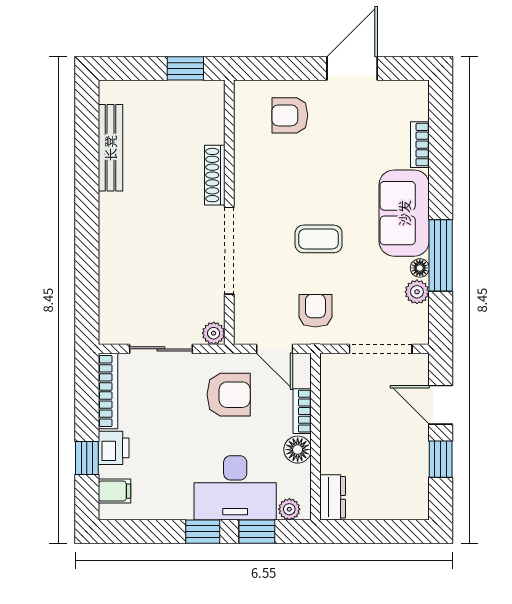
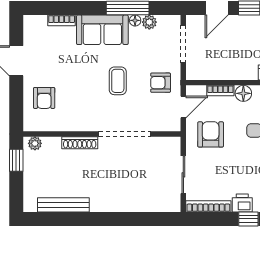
plant: (214, 333) -> (35, 143), moved

